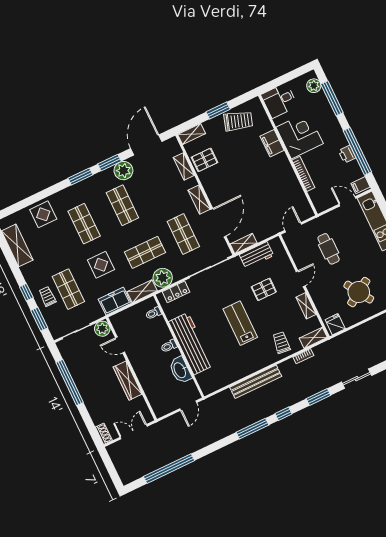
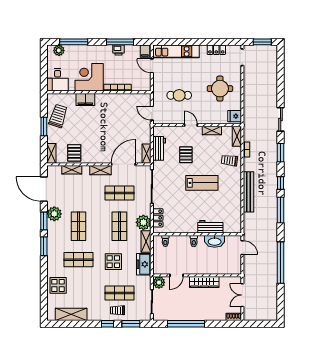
window: (357, 151) -> (120, 42), width x0.68
door: (347, 201) -> (152, 66), hinge flipped
shop shelf: (122, 205) -> (78, 226), turned 90
door: (218, 223) -> (123, 164), hinge flipped
round table: (359, 292) -> (220, 89), turned 32
lab bench: (240, 323) -> (202, 183), turned 180
workbench: (191, 344) -> (210, 227), width x0.53, depth x0.76
window: (169, 469) -> (281, 263), moved

